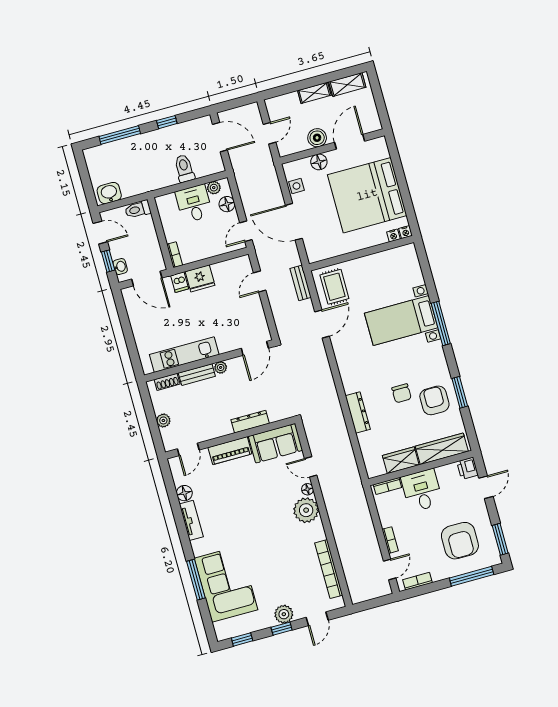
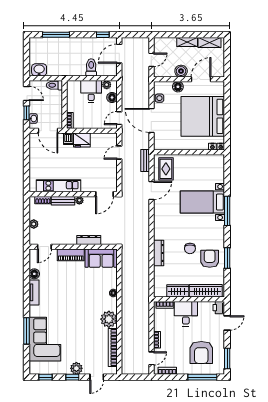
window: (167, 122) -> (103, 35), moved
door: (220, 137) -> (119, 54), swing flipped
door: (311, 467) -> (119, 279), removed
plant: (306, 510) -> (109, 319), moved

